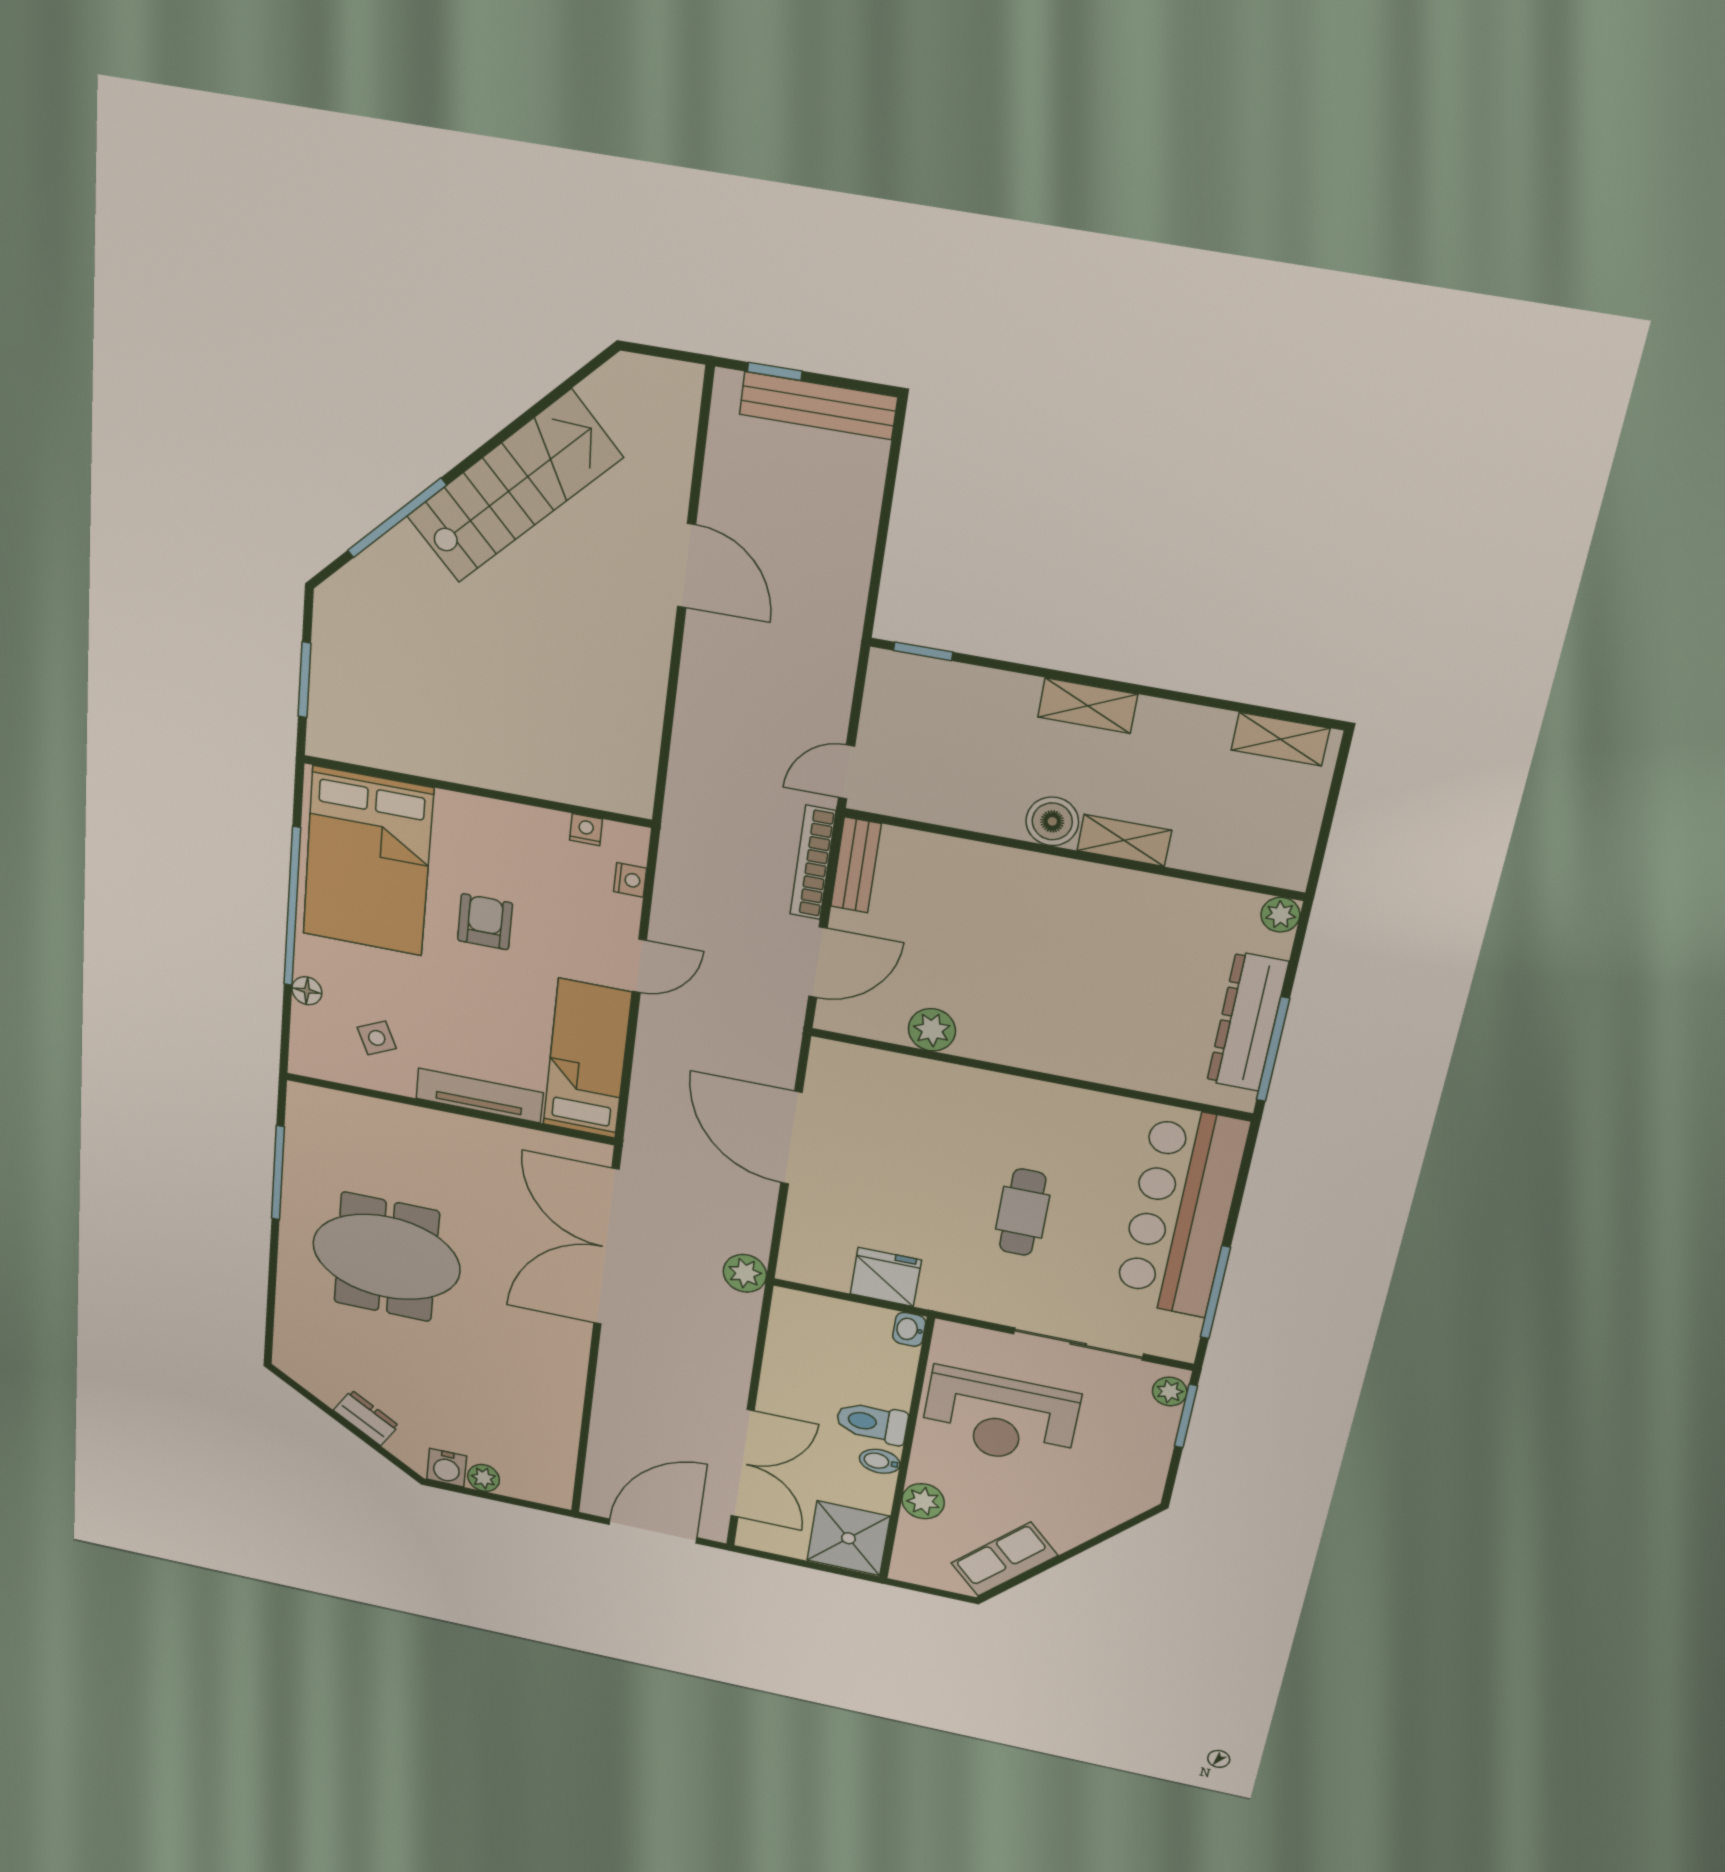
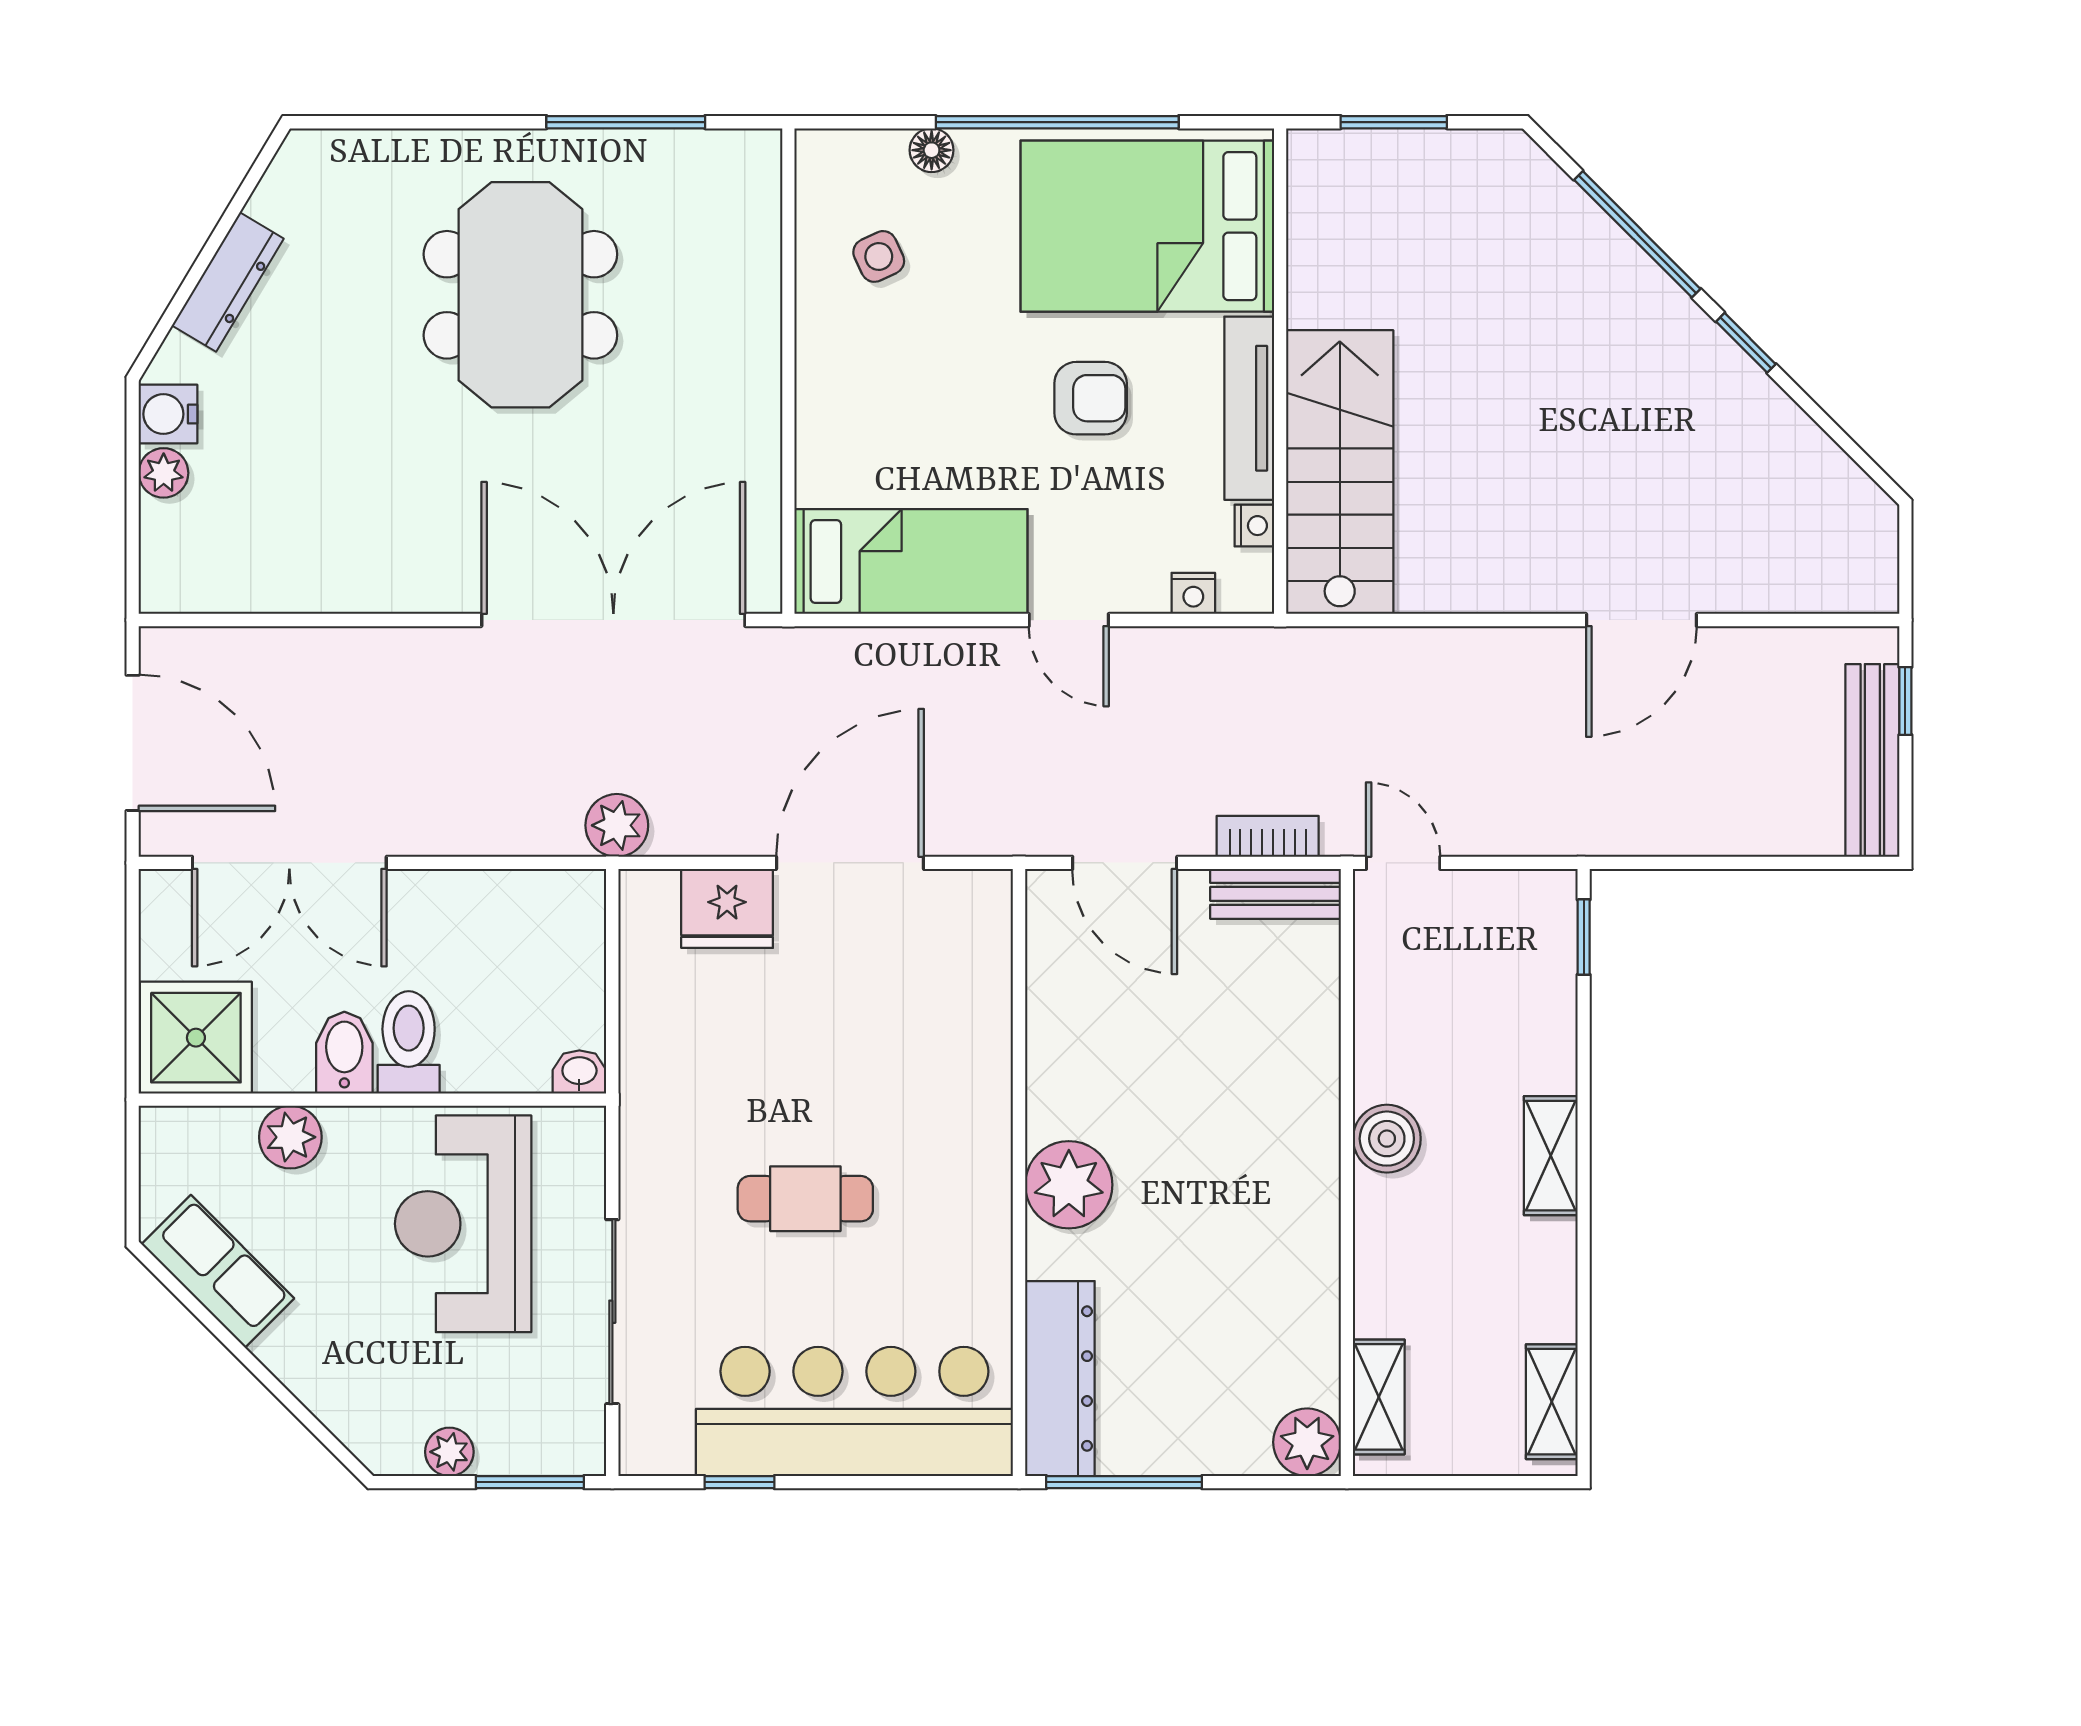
window: (484, 450) -> (1746, 343), added
stairs: (514, 487) -> (1340, 472), moved, turned -135
shelving: (1124, 840) -> (1379, 1397), moved
bookcase: (813, 863) -> (1268, 836), width x0.64
plant: (1280, 915) -> (1307, 1442), width x1.38, depth x1.38
dresser: (1247, 1022) -> (1060, 1379), moved, turned 90
plant: (932, 1030) -> (1069, 1185), moved, width x1.36, depth x1.36
tv unit: (479, 1096) -> (1249, 408), moved, turned 180
fridge: (886, 1277) -> (727, 908), moved, turned 90
window: (1215, 1292) -> (740, 1482), width x0.46
plant: (1170, 1391) -> (449, 1452), moved
dresser: (366, 1418) -> (228, 282), width x1.44
bidet: (880, 1461) -> (344, 1053), width x1.38, depth x1.36

